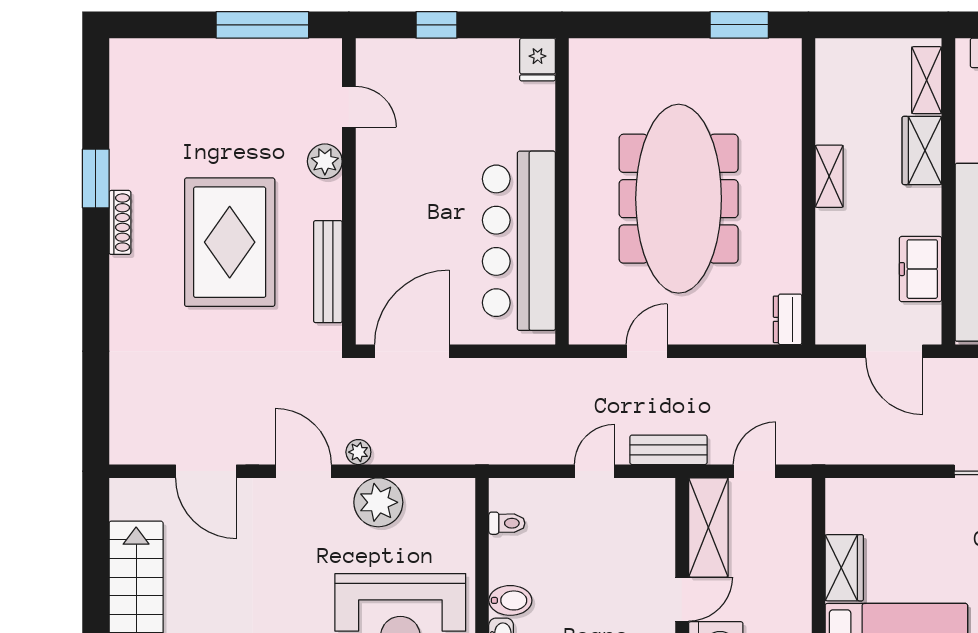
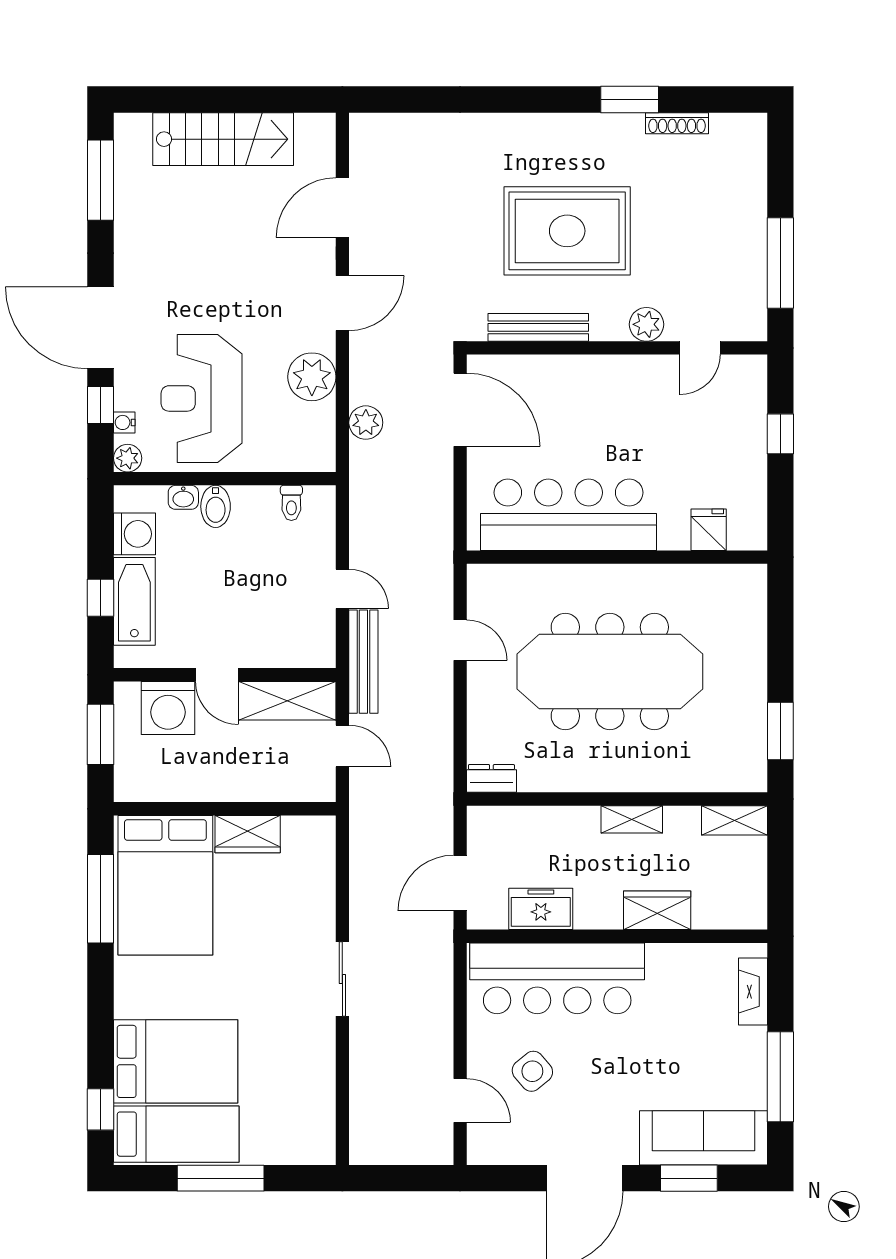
fridge: (538, 59) -> (709, 530), moved, turned 90
shelving: (927, 80) -> (734, 820), moved
shoe rack: (120, 222) -> (677, 123), moved
bench: (669, 450) -> (363, 662), width x1.36
plant: (358, 452) -> (366, 423), moved, width x1.38, depth x1.38

